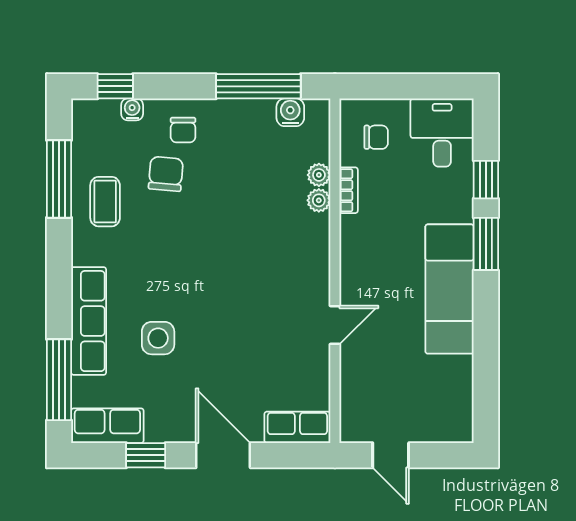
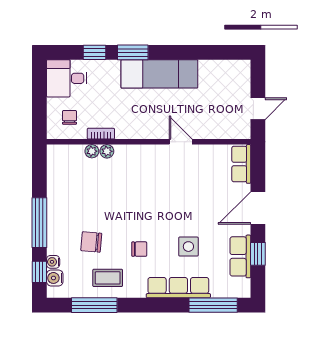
window: (258, 86) -> (39, 223), moved
water cooler: (290, 112) -> (55, 278), moved
chair: (183, 130) -> (139, 249), moved
row of seats: (107, 426) -> (240, 256), moved

